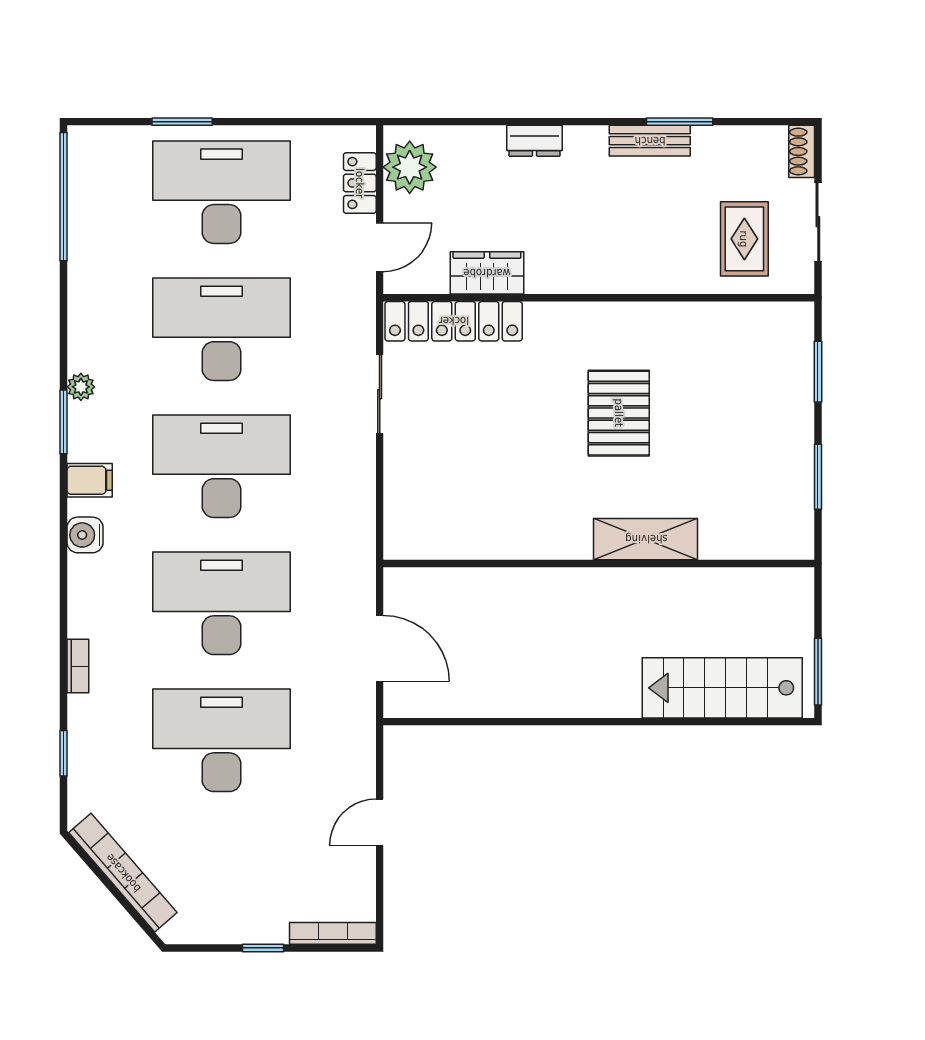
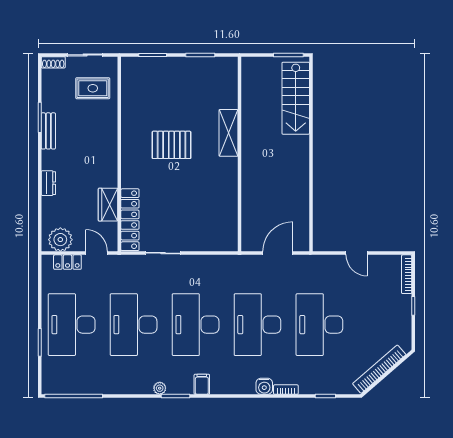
water cooler: (85, 535) -> (264, 386), moved

